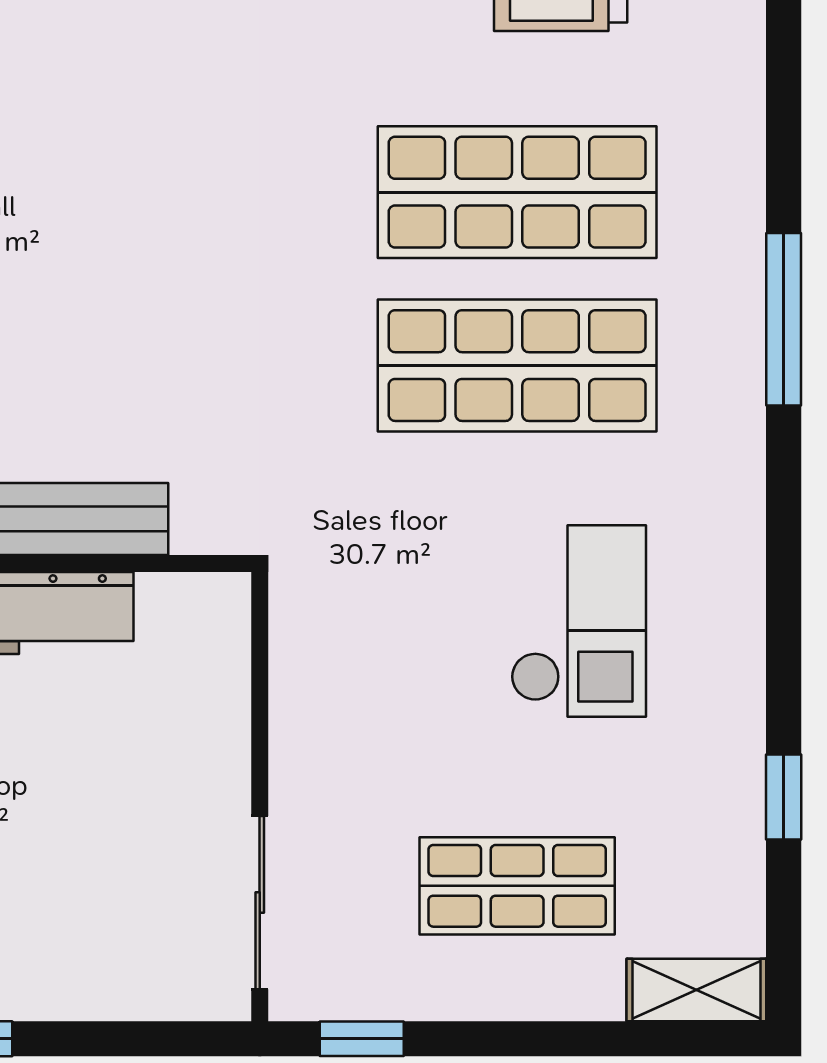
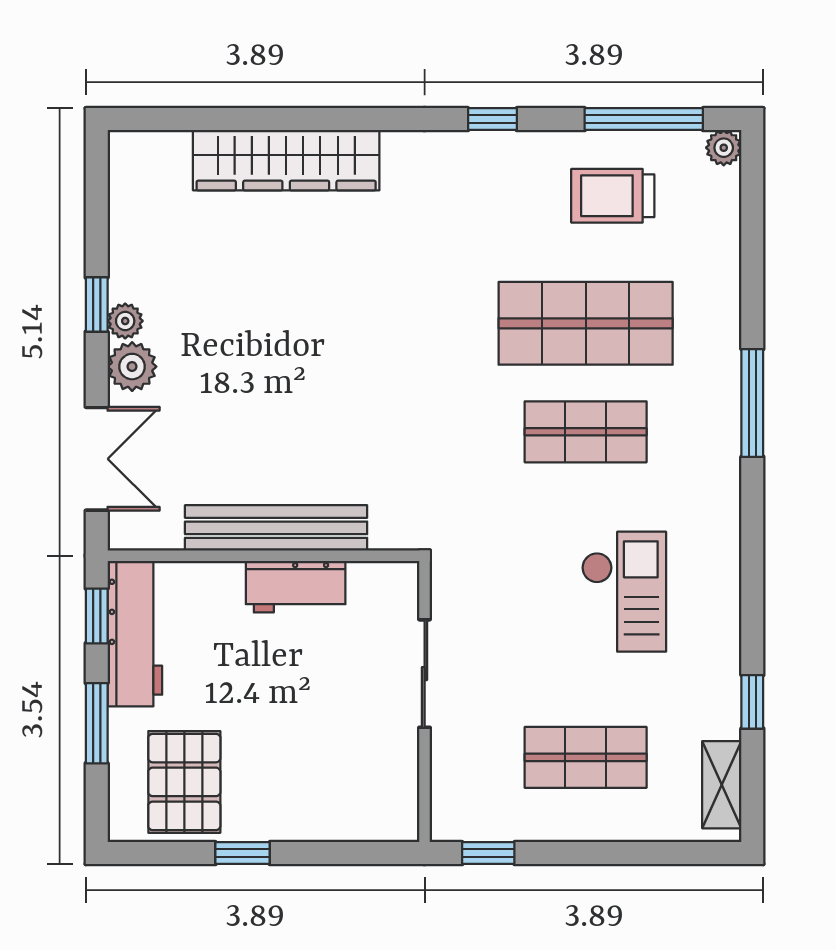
shop shelf: (517, 366) -> (586, 432), width x0.70, depth x0.74
sliding door: (260, 903) -> (425, 674), moved
shelving: (696, 990) -> (722, 785), moved, turned 90

